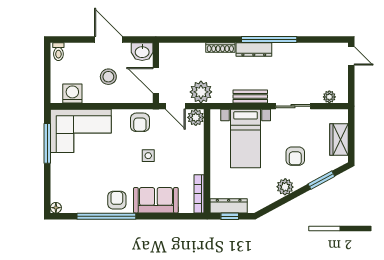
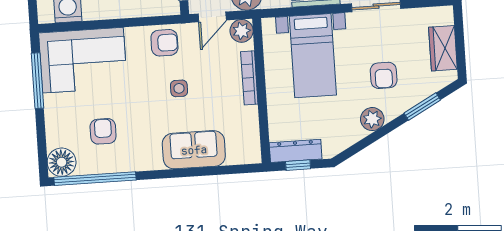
door: (175, 106) -> (212, 17), hinge flipped
armchair: (140, 122) -> (164, 43), turned -90
bookcase: (199, 194) -> (249, 78), moved
armchair: (117, 200) -> (103, 131), moved
floor lamp: (56, 208) -> (62, 162), width x1.89, depth x1.89
window: (106, 216) -> (95, 179), moved

